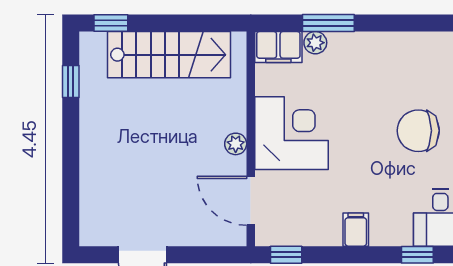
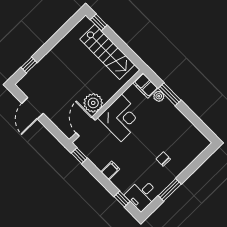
window: (71, 82) -> (29, 65), moved
chair: (418, 131) -> (163, 159), width x0.54, depth x0.54
plant: (236, 144) -> (93, 103), width x1.88, depth x1.88

